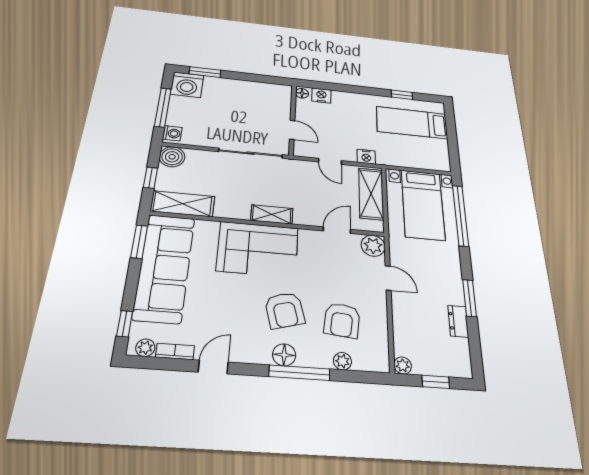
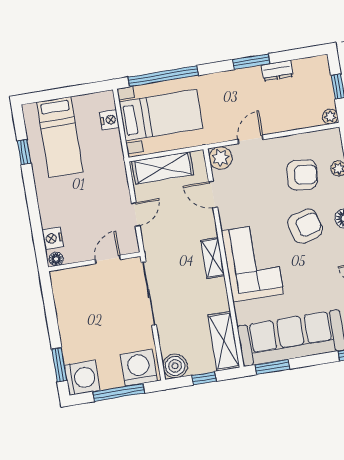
washing machine: (172, 133) -> (139, 368), width x1.89, depth x1.89
nightstand: (366, 157) -> (109, 120), moved

